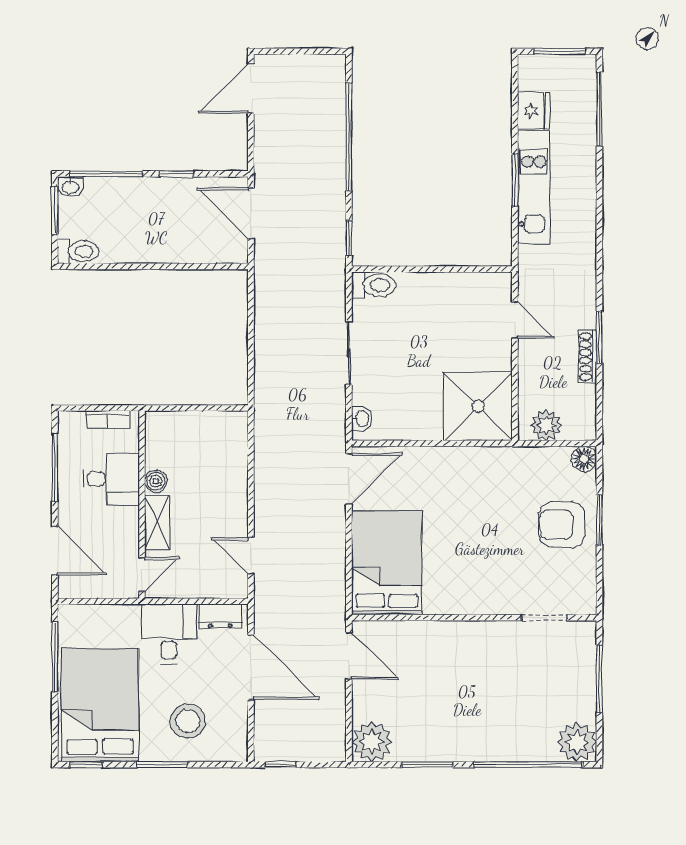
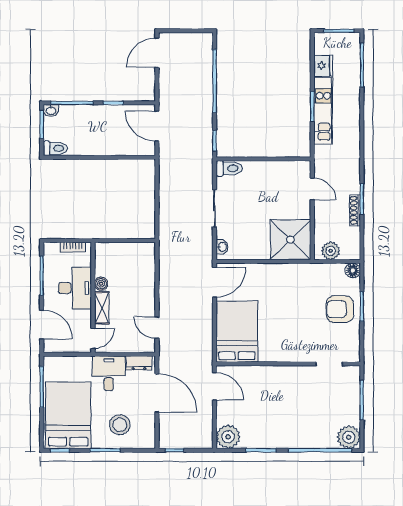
desk: (111, 479) -> (75, 288), width x1.37

